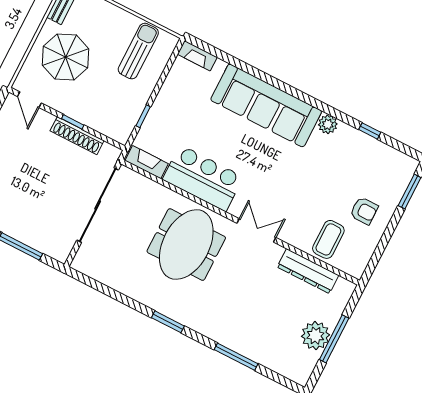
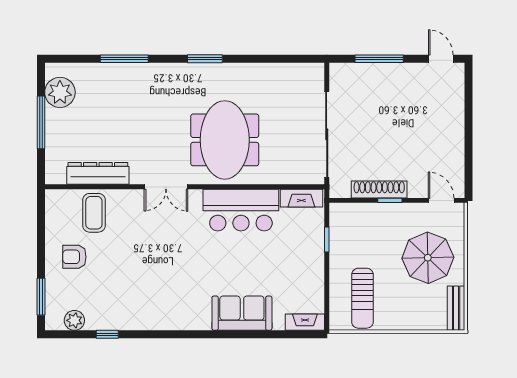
sofa: (266, 105) -> (242, 313), width x0.54, depth x0.79
plant: (328, 124) -> (74, 320), moved
plant: (315, 336) -> (60, 92), moved

